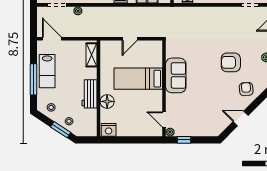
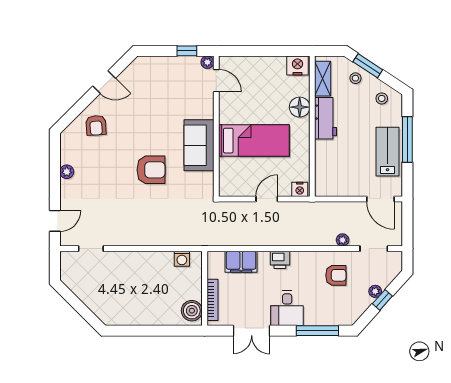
nightstand: (107, 45) -> (300, 189), added
shelving: (91, 55) -> (323, 79), moved
armchair: (231, 62) -> (151, 170), moved

